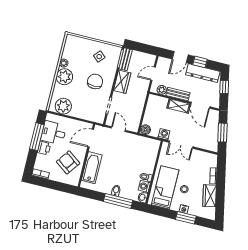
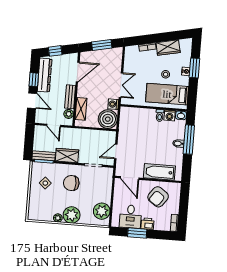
shelving: (179, 106) -> (81, 109), moved
boiler: (145, 130) -> (108, 119), width x1.86, depth x1.86
window: (37, 137) -> (137, 233), width x0.69

